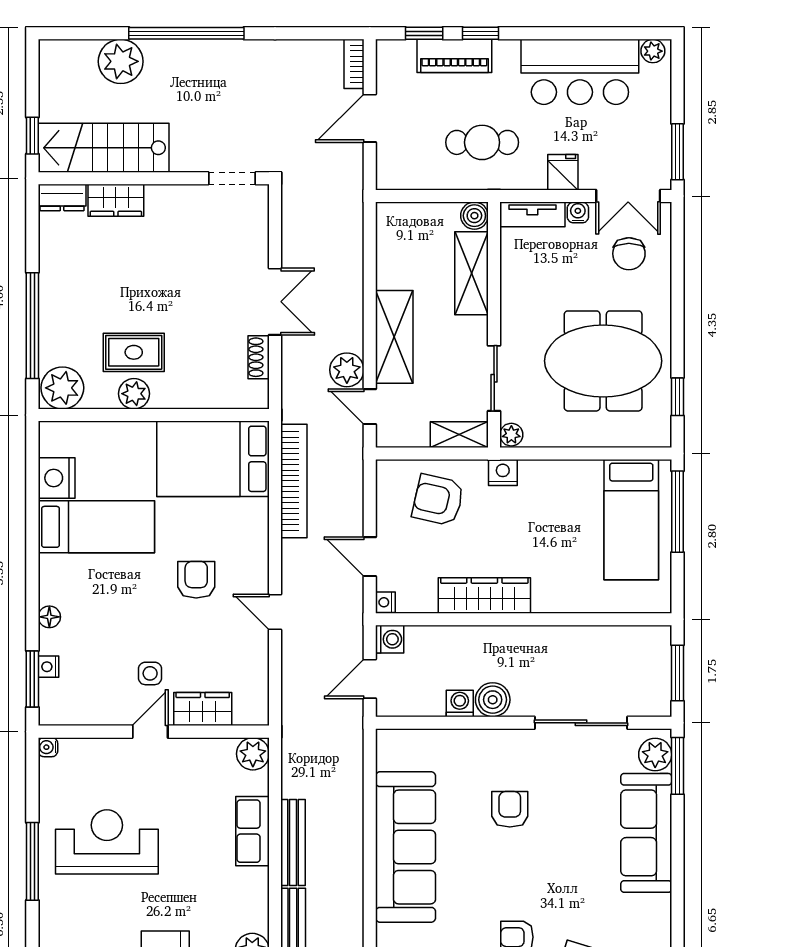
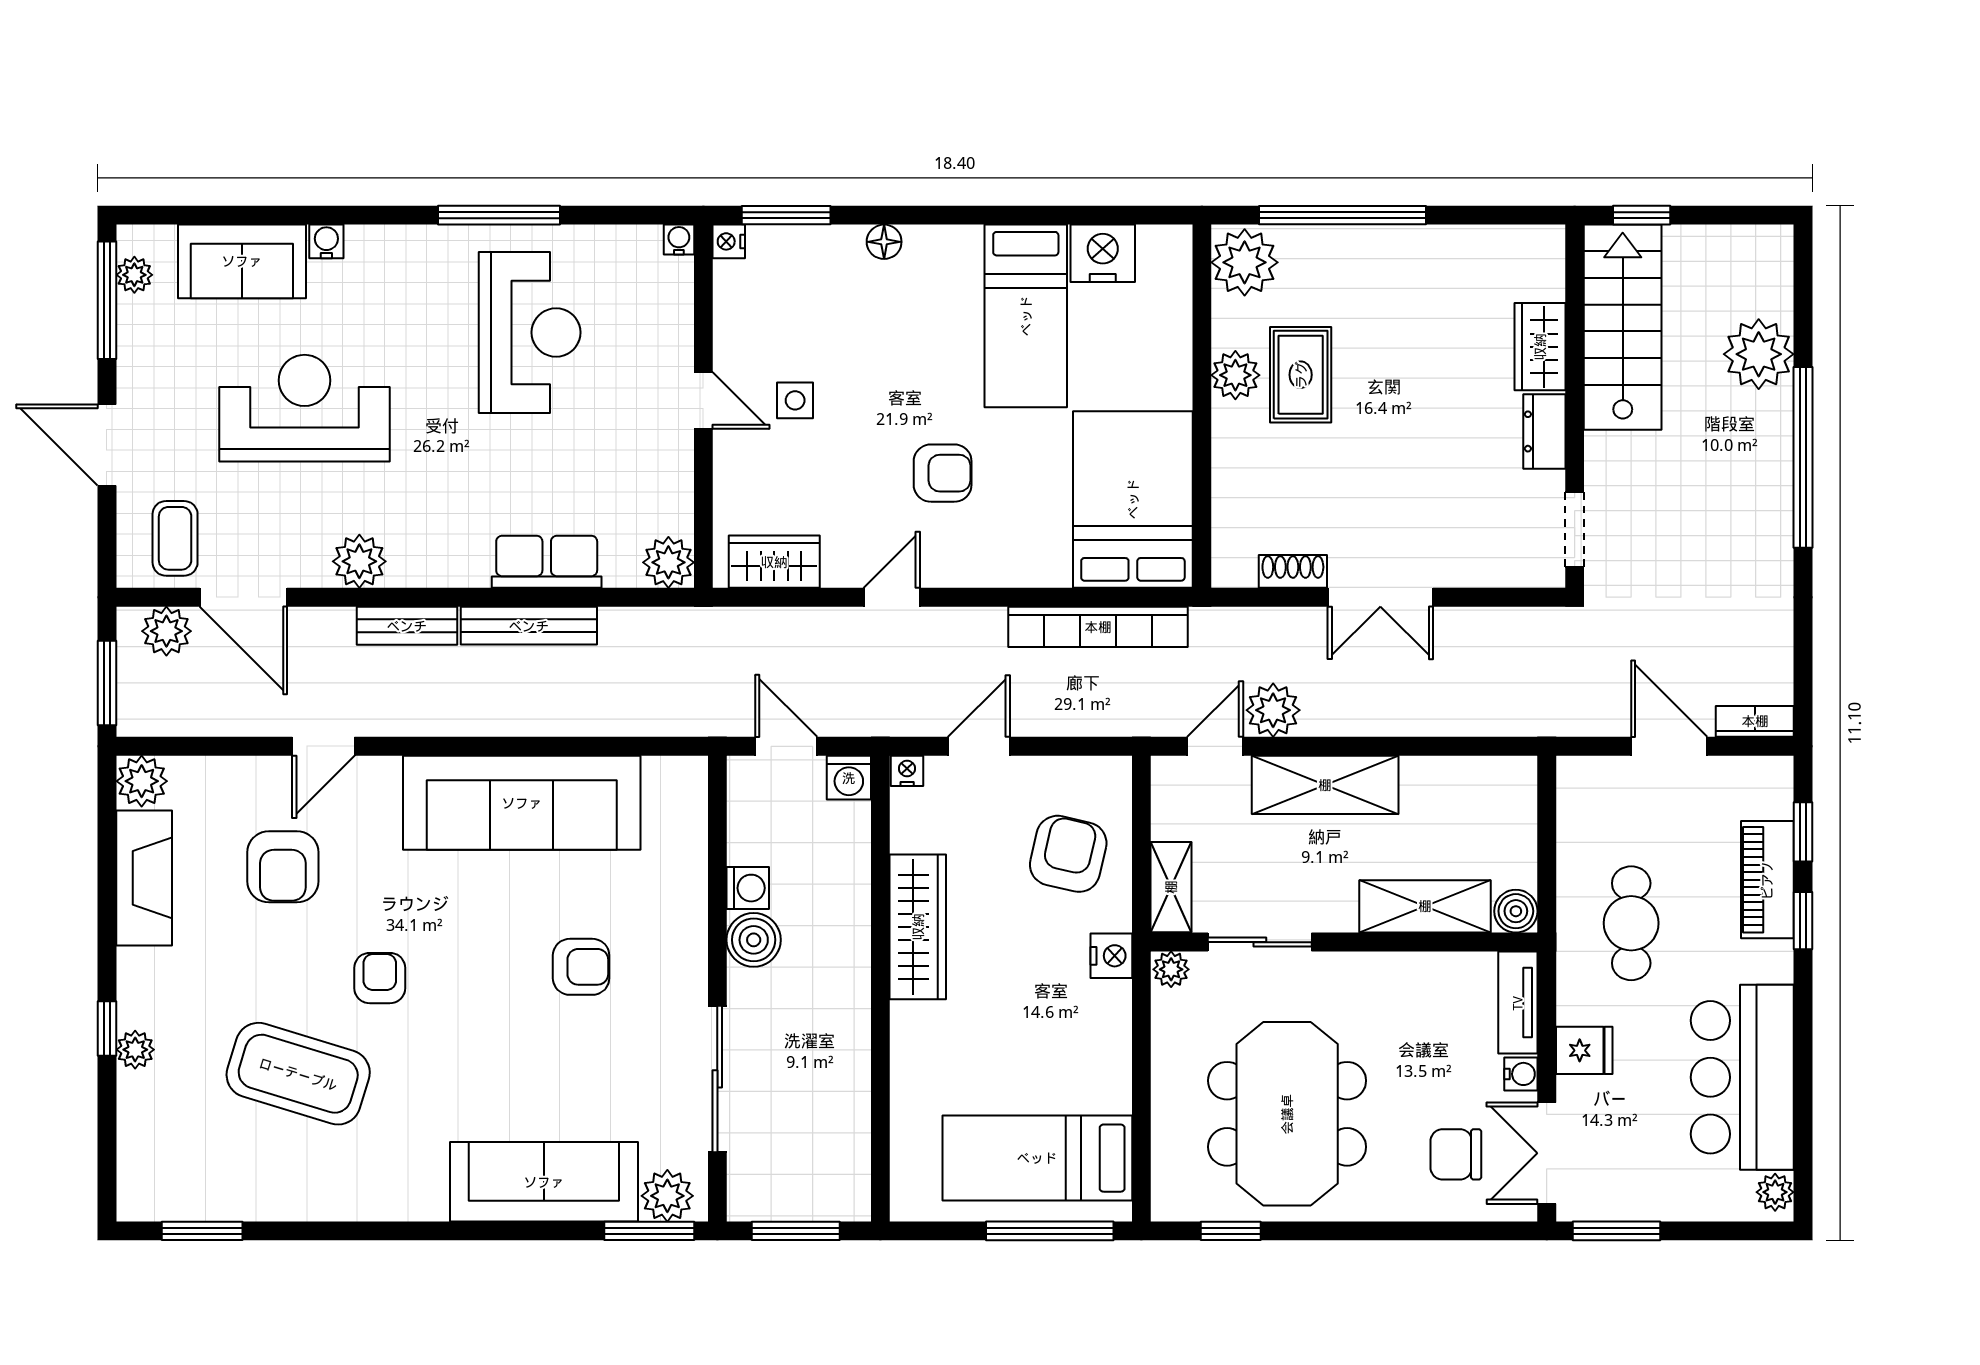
dresser: (62, 198) -> (1544, 431), moved
nightstand: (49, 667) -> (729, 241), moved, turned -90
wardrobe: (203, 709) -> (774, 562), moved, turned -90

